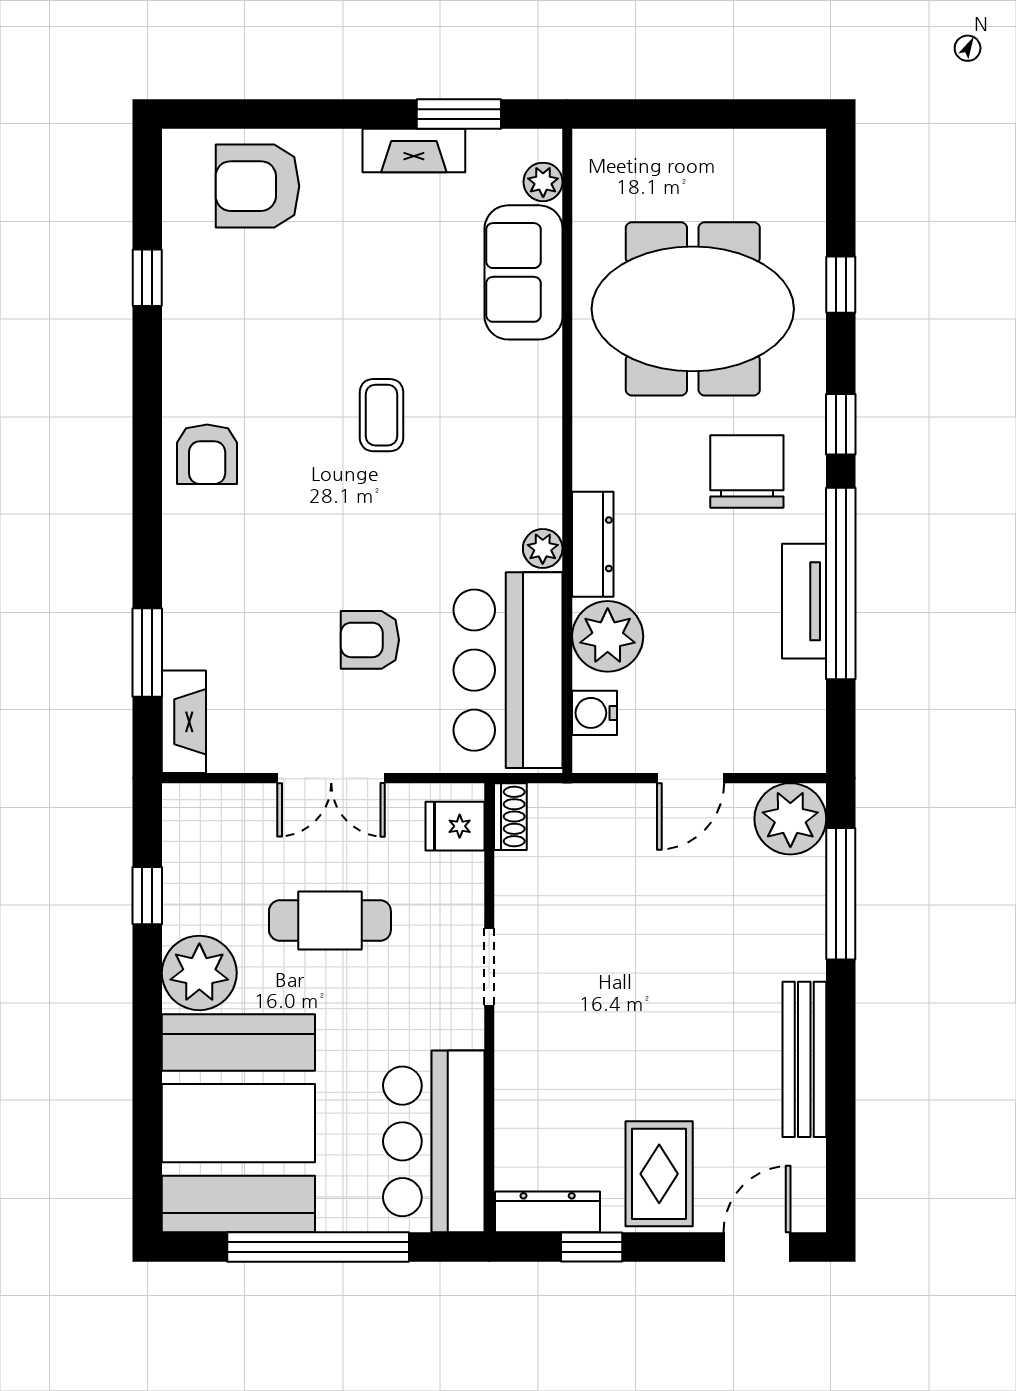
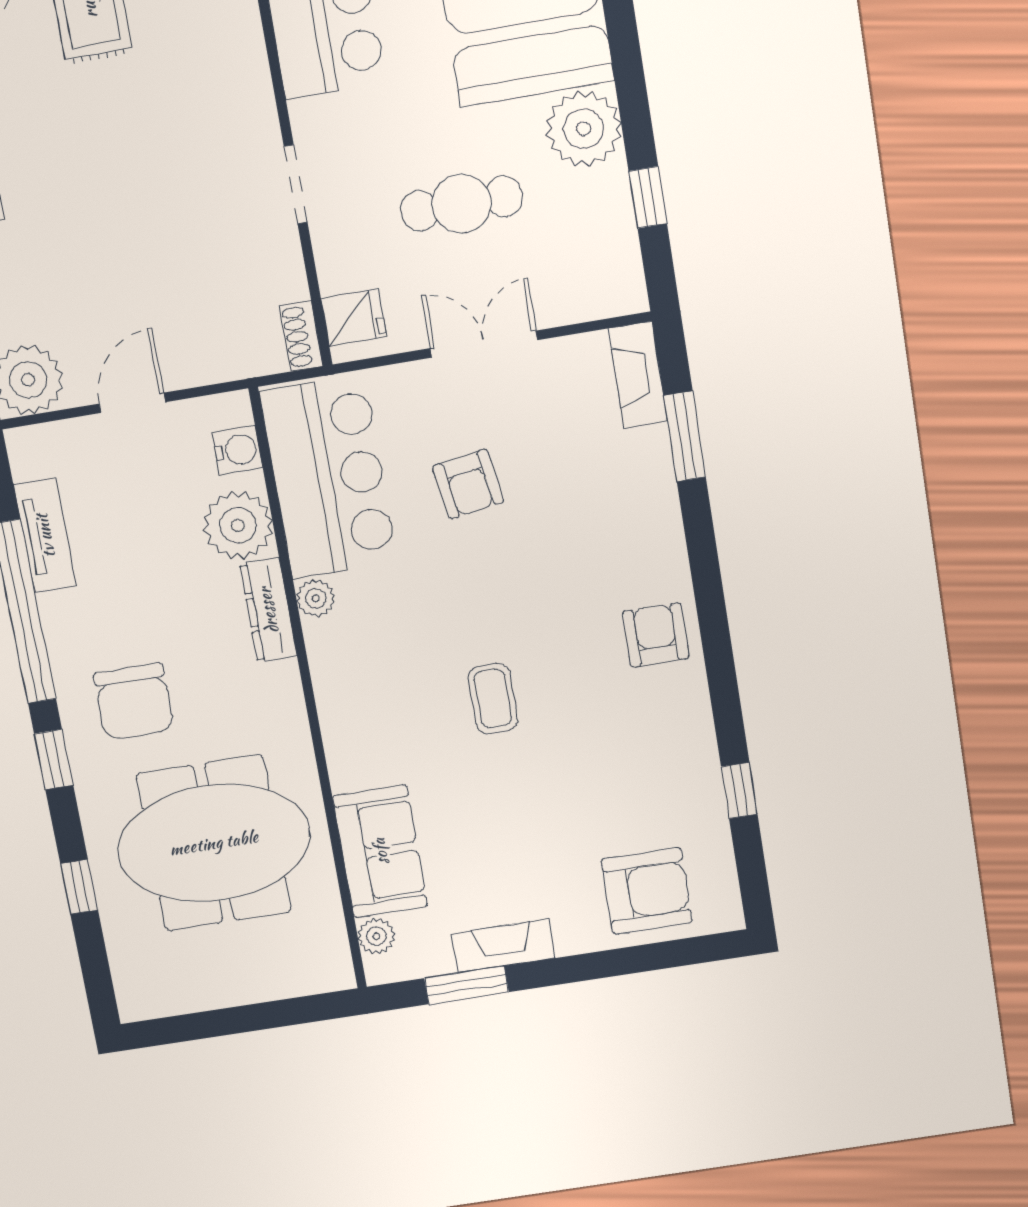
tv unit: (804, 601) -> (45, 536), moved
armchair: (370, 640) -> (468, 484), turned 81

